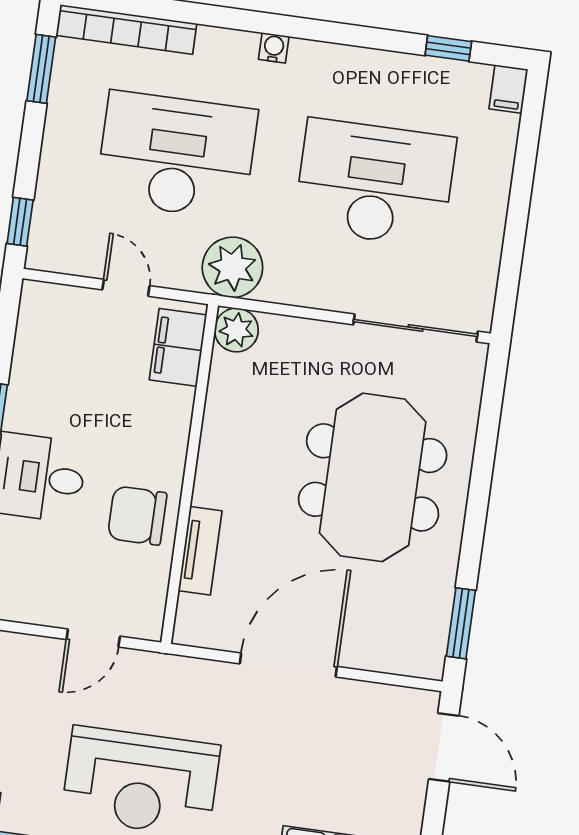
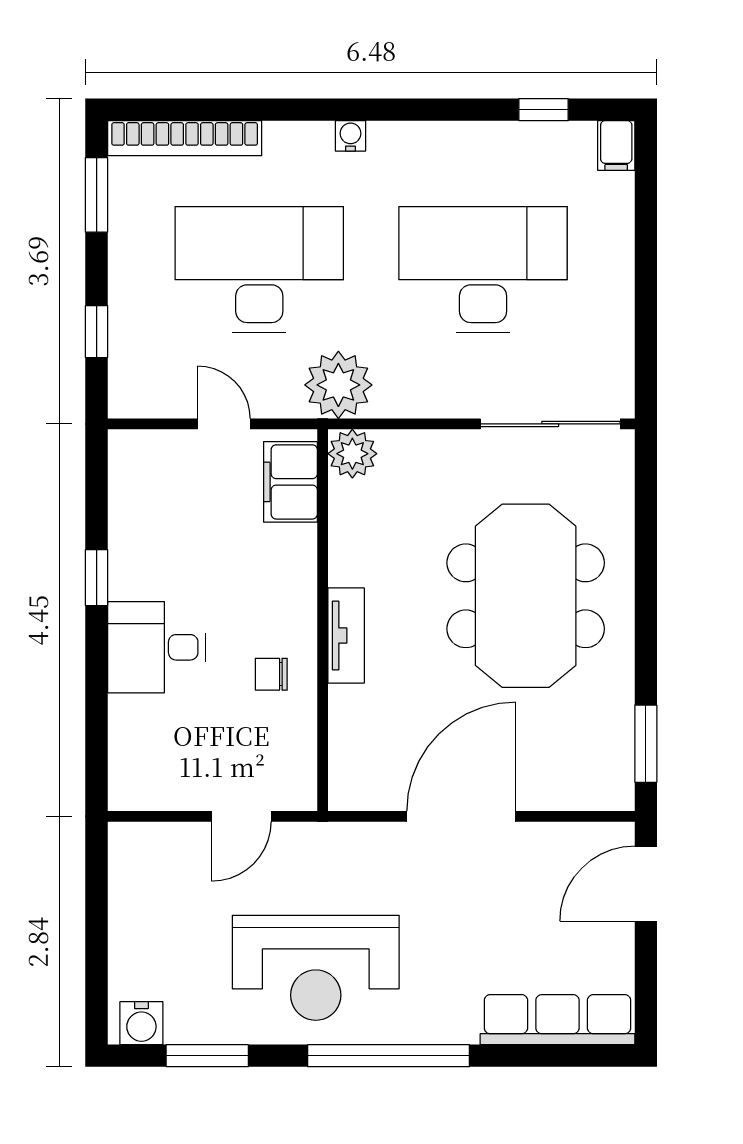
window: (20, 222) -> (97, 332), moved
chair: (137, 516) -> (271, 674), width x0.54, depth x0.54
tv unit: (200, 551) -> (346, 636), moved
door: (444, 747) -> (646, 884), swing flipped

